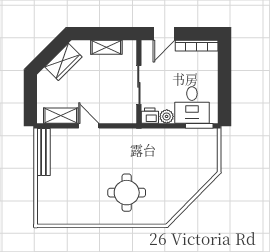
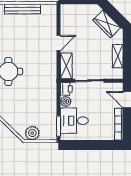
shelving: (61, 116) -> (66, 66), moved
bench: (44, 152) -> (22, 9), moved
plant: (208, 161) -> (32, 133), added

